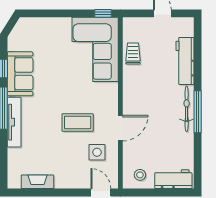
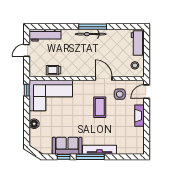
floor lamp: (53, 25) -> (34, 124), added
workbench: (185, 61) -> (45, 35), moved
fireplace: (37, 182) -> (140, 116), moved

